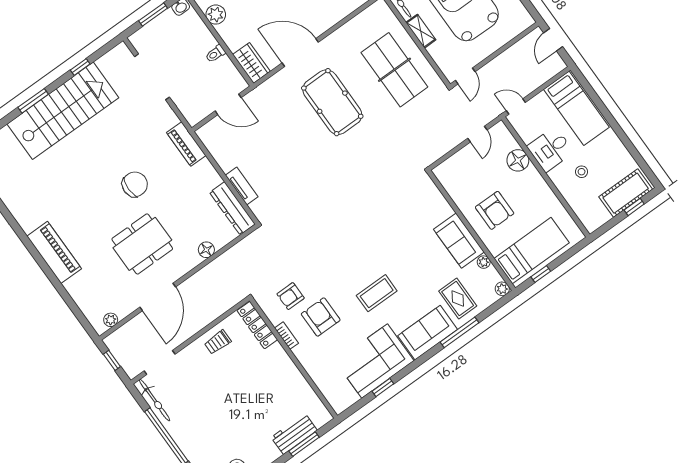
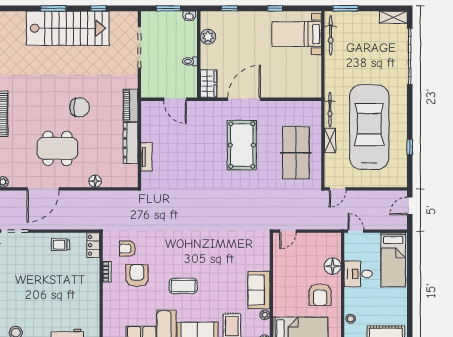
door: (300, 53) -> (244, 99), hinge flipped
door: (477, 134) -> (288, 231), moved
stool: (582, 172) -> (351, 319), moved
dresser: (232, 208) -> (131, 143), moved
armchair: (495, 210) -> (320, 295), moved
locker: (257, 325) -> (93, 245), width x0.66

